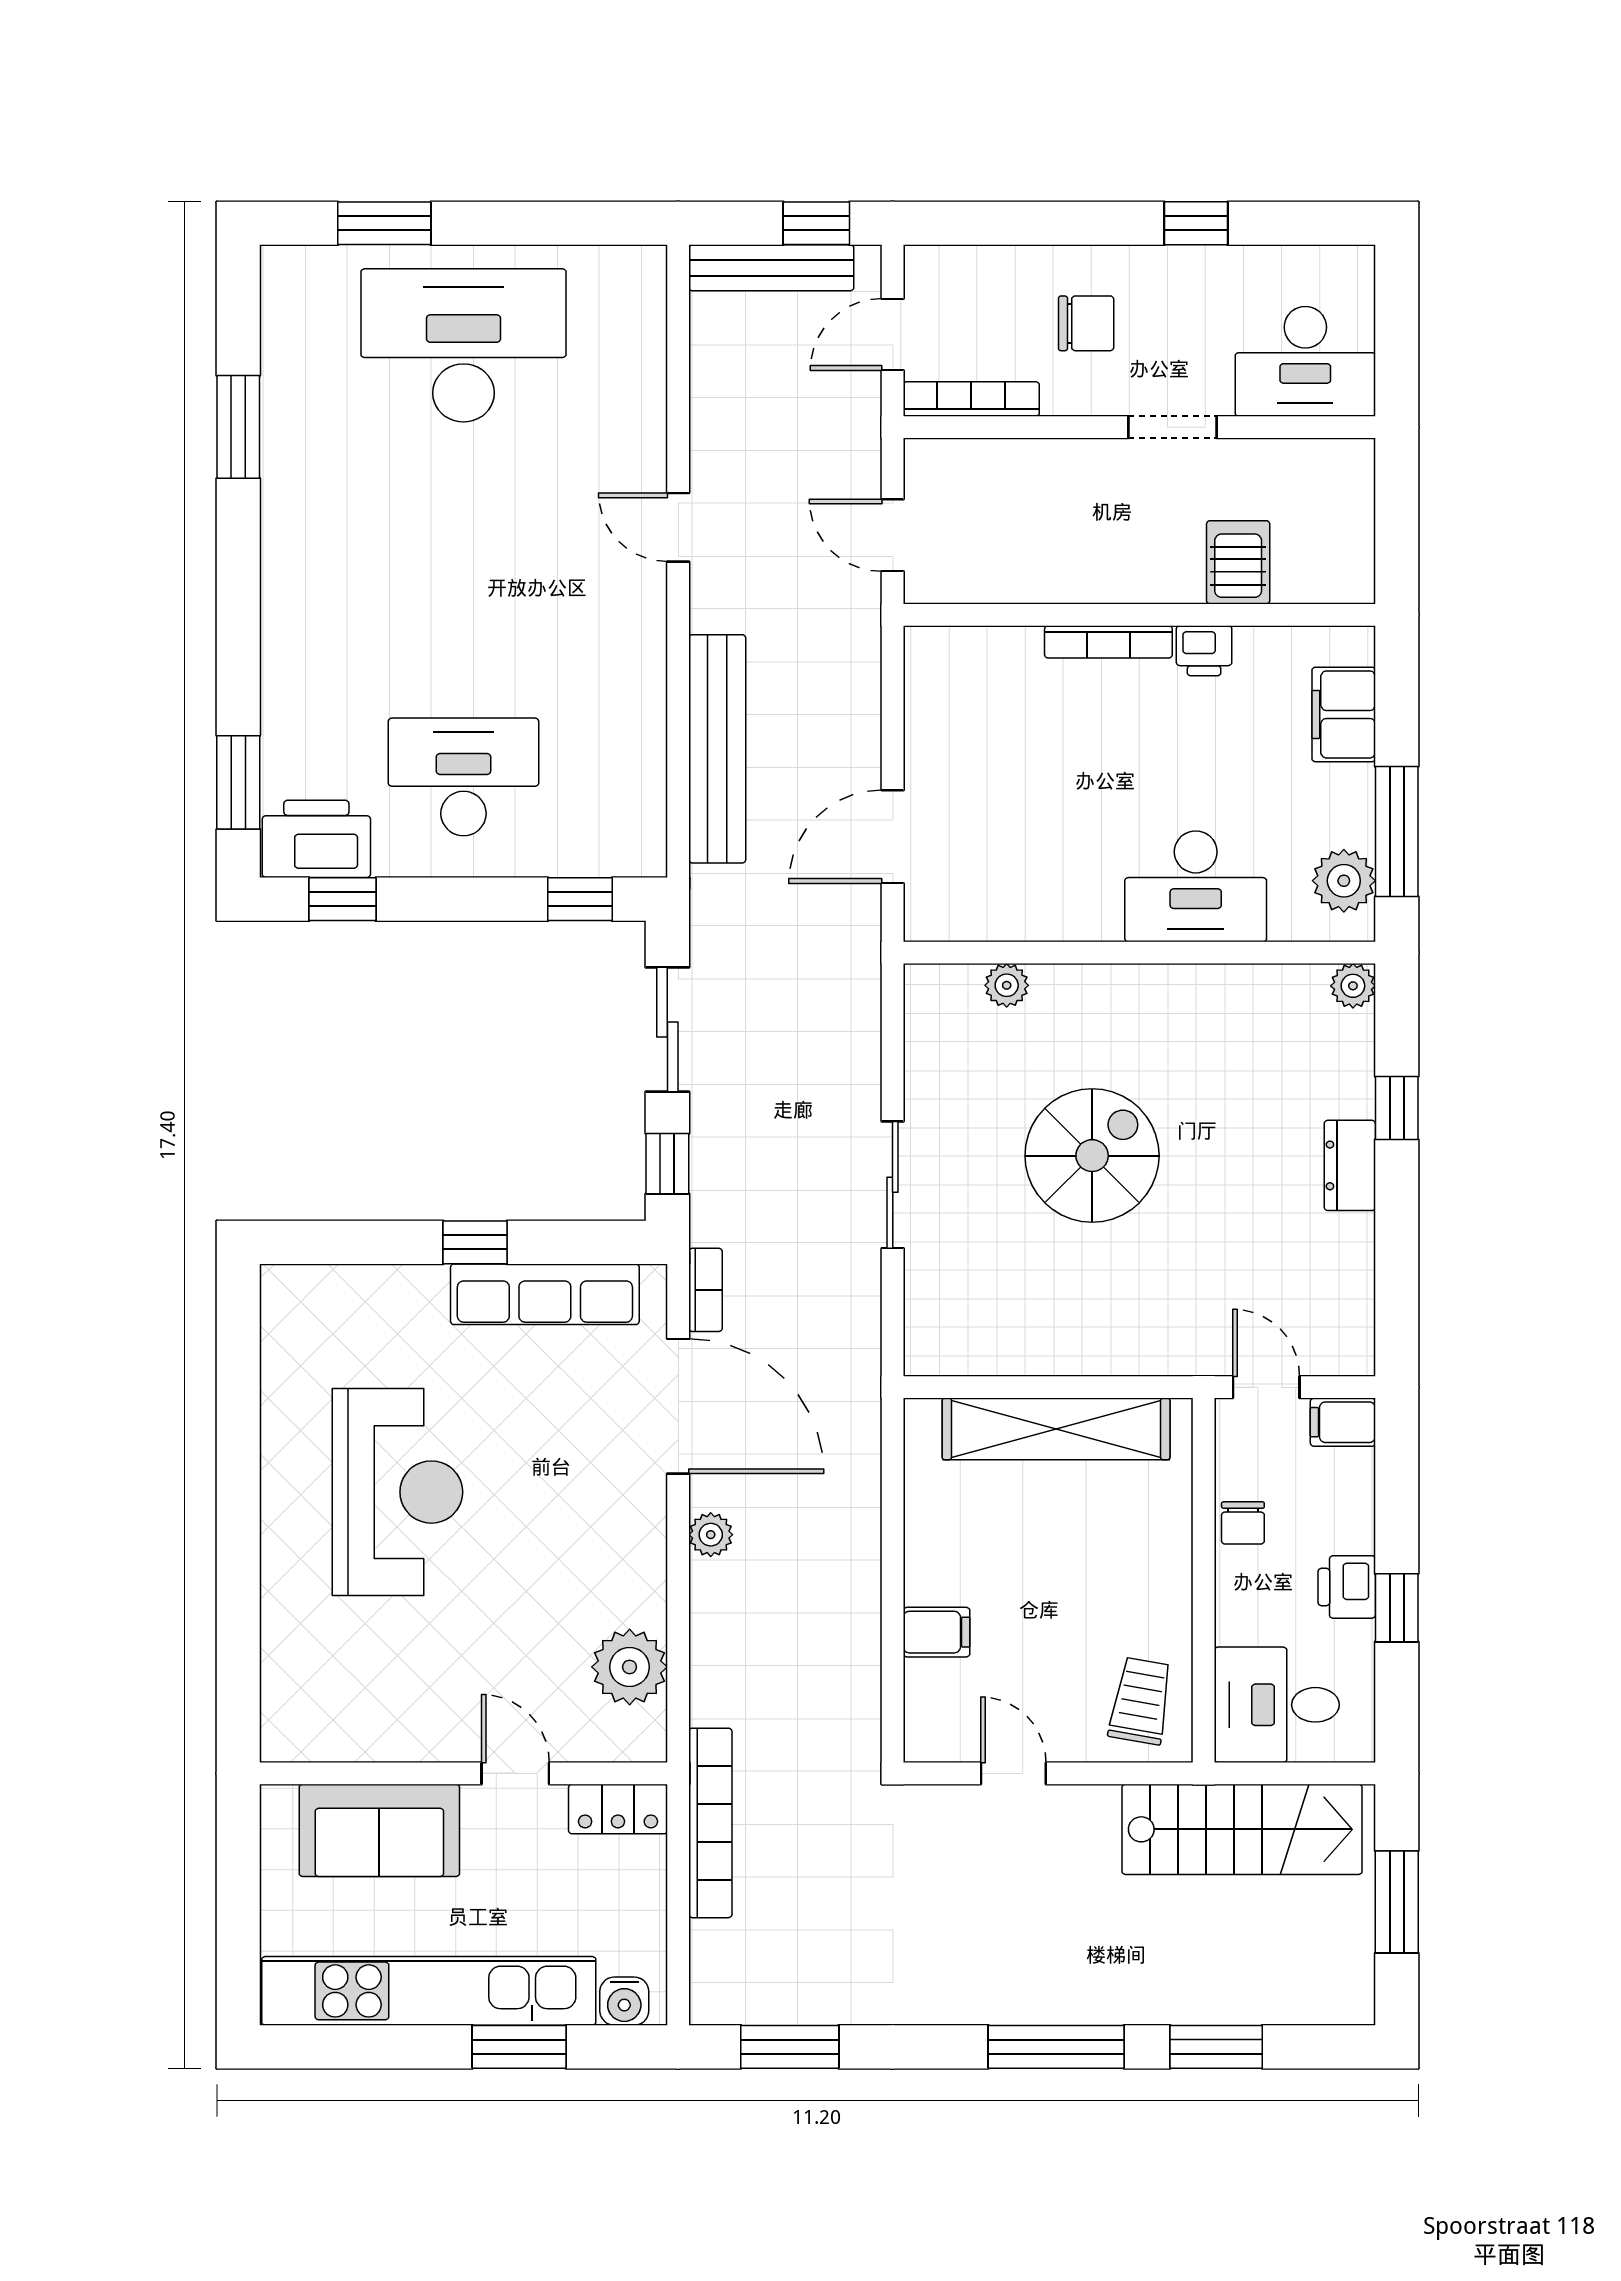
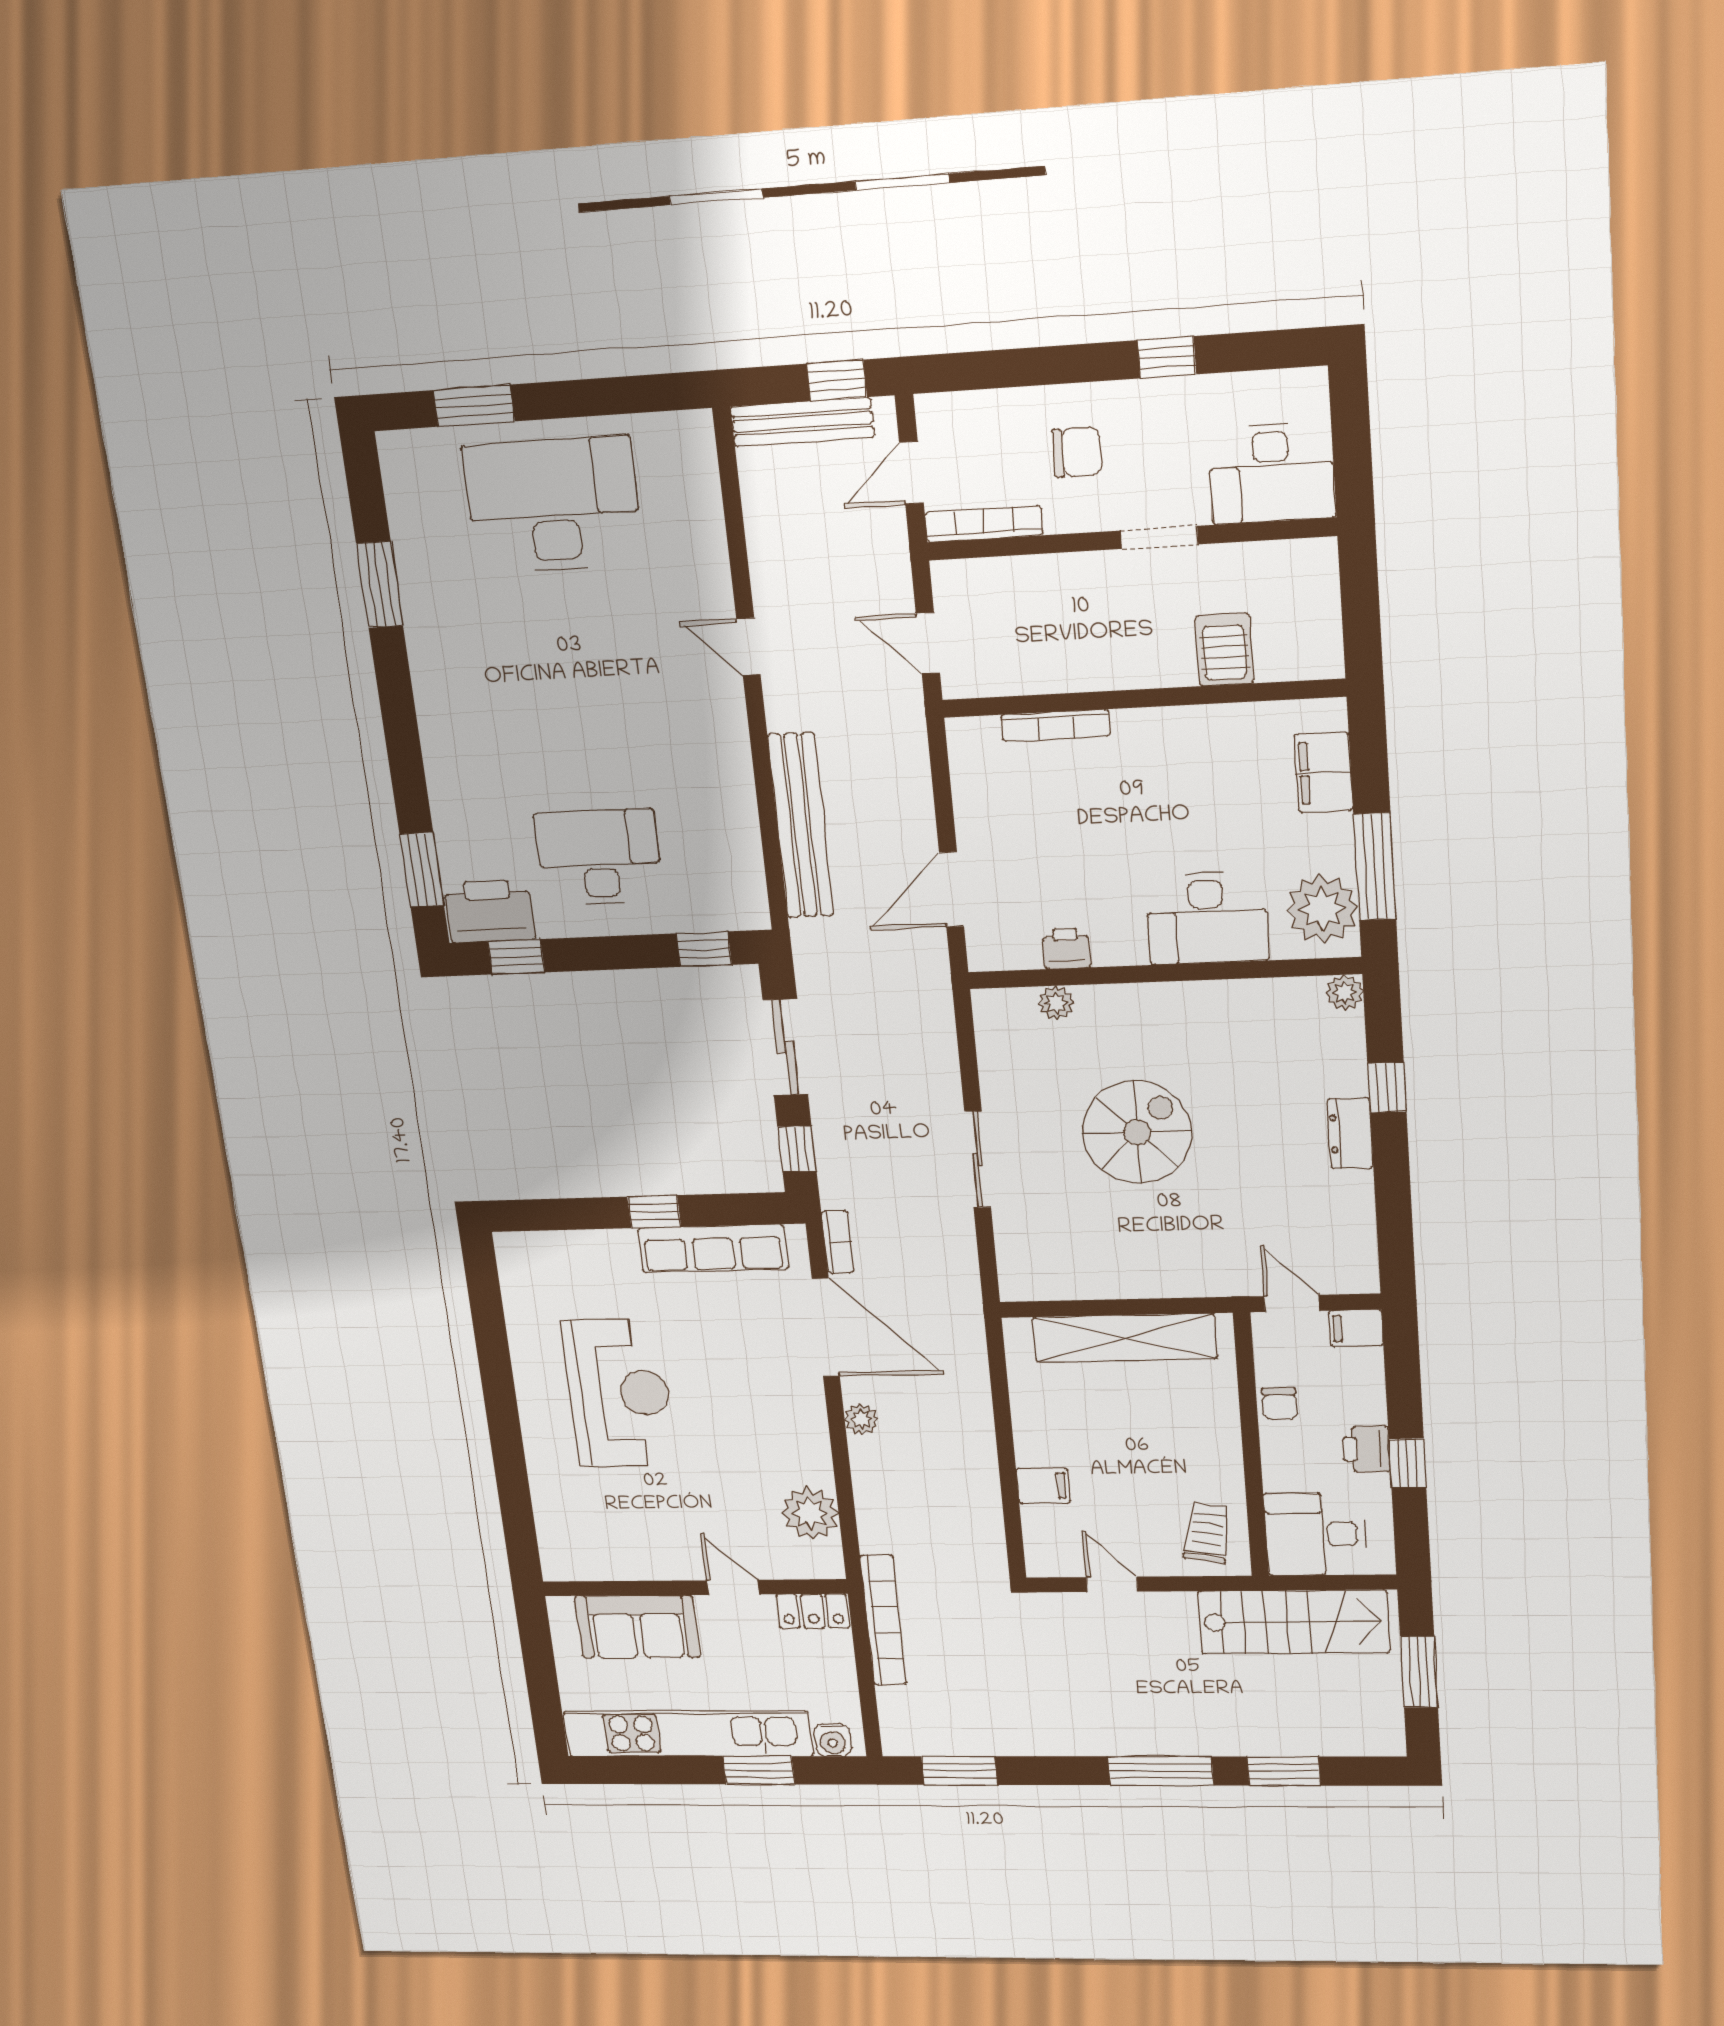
bookcase: (1108, 642) -> (1055, 725), moved
printer: (1204, 651) -> (1066, 948), moved, turned 180
plant: (1344, 881) -> (1322, 909), width x1.36, depth x1.36

